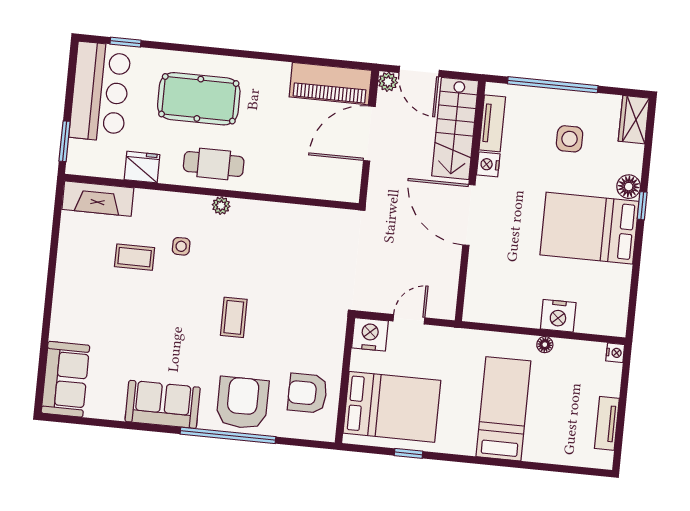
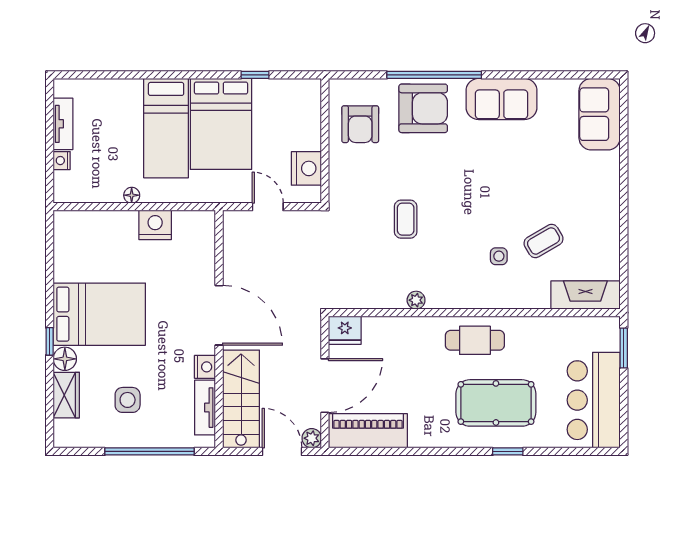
window: (125, 42) -> (508, 451), moved
wardrobe: (634, 120) -> (66, 395), moved
fridge: (142, 167) -> (345, 330), moved
plant: (221, 206) -> (416, 300), moved
coffee table: (135, 257) -> (543, 241), turned -30
nightstand: (558, 316) -> (155, 225), moved
coffee table: (234, 317) -> (406, 219), moved
door: (409, 319) -> (268, 207), swing flipped
nightstand: (370, 334) -> (306, 168), moved, turned -90
nightstand: (615, 353) -> (62, 161), moved
armchair: (307, 393) -> (360, 124), turned 90
armchair: (242, 403) -> (423, 108), turned -90
bed: (392, 407) -> (221, 124), moved, turned -90

